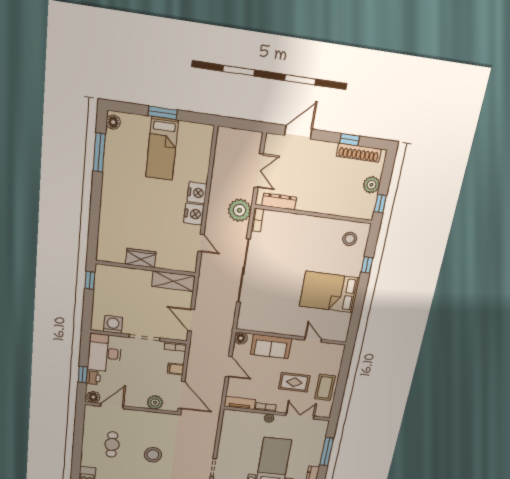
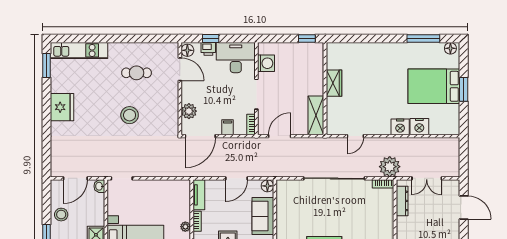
bed: (162, 149) -> (434, 86), width x1.50
nightstand: (194, 214) -> (419, 127), moved

